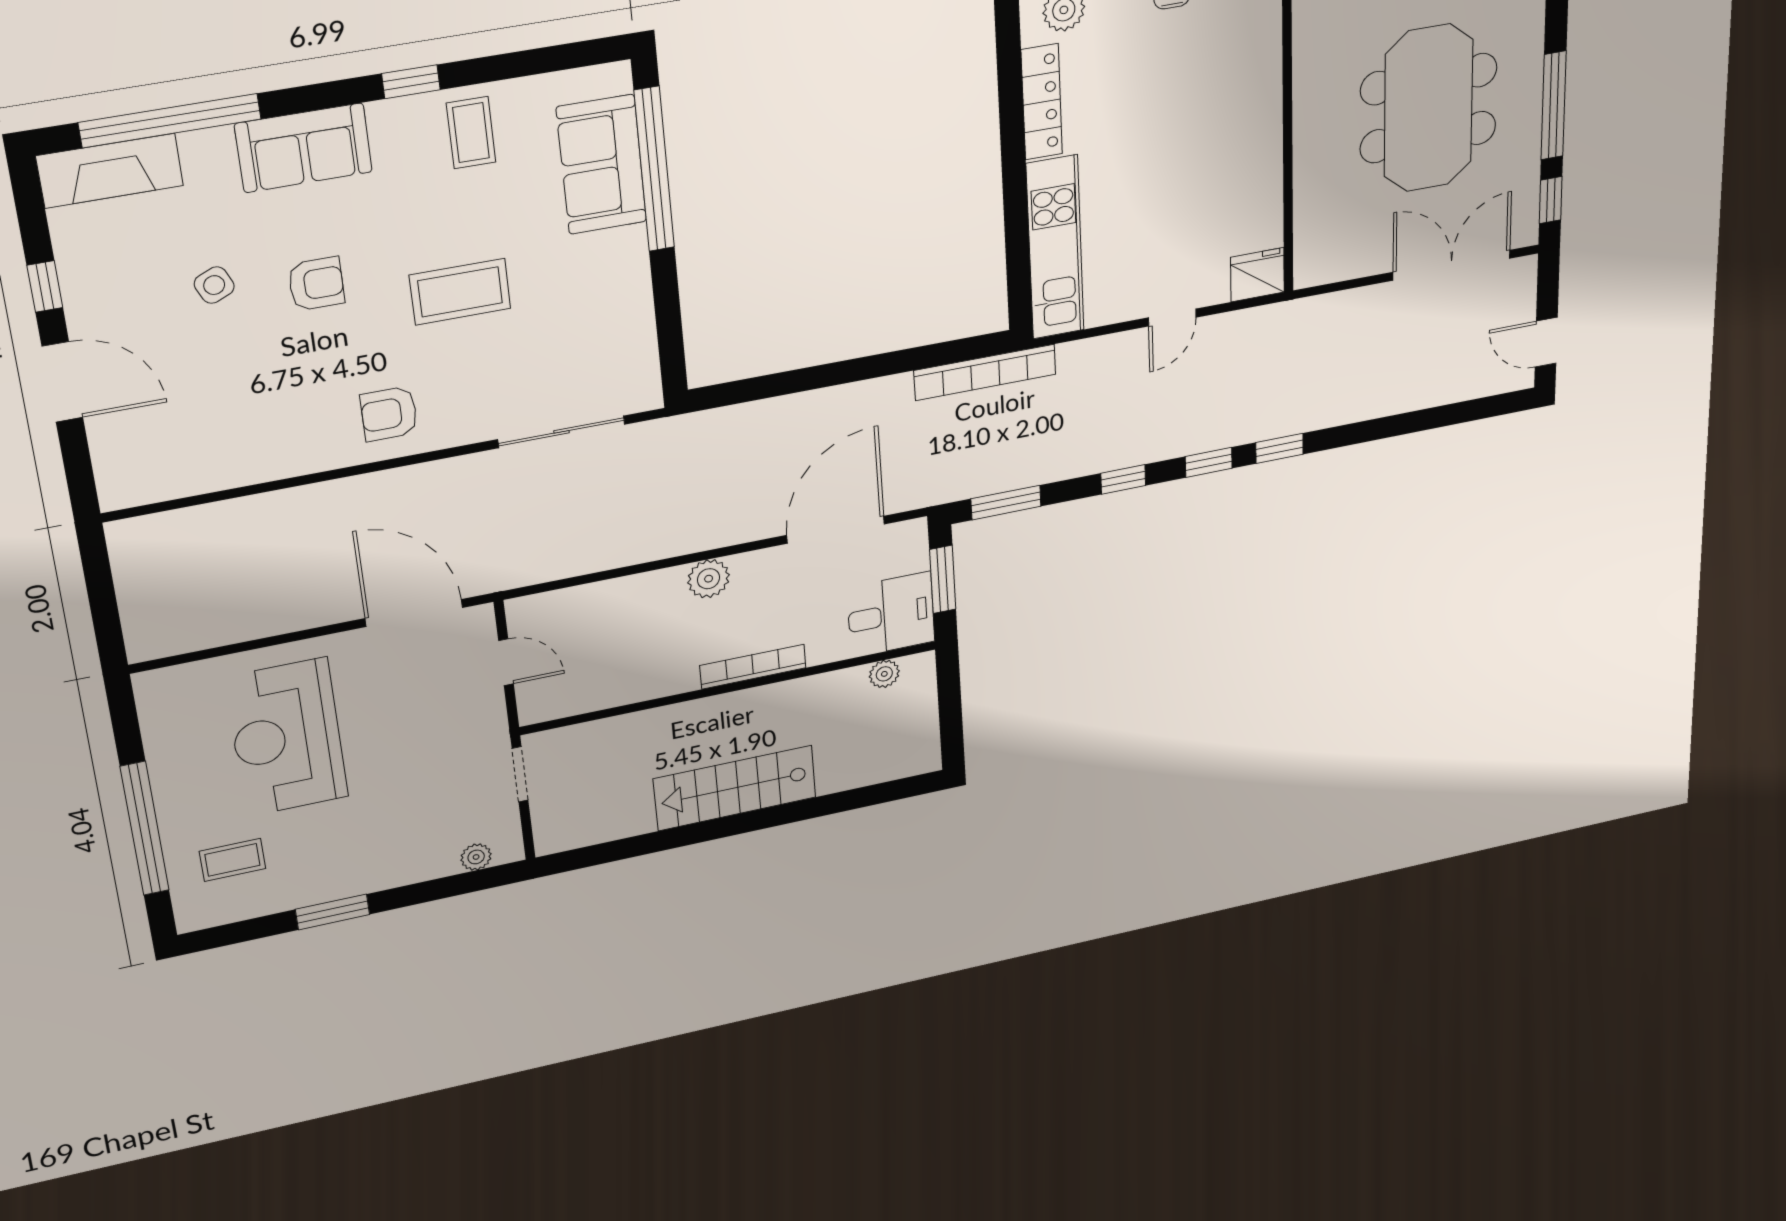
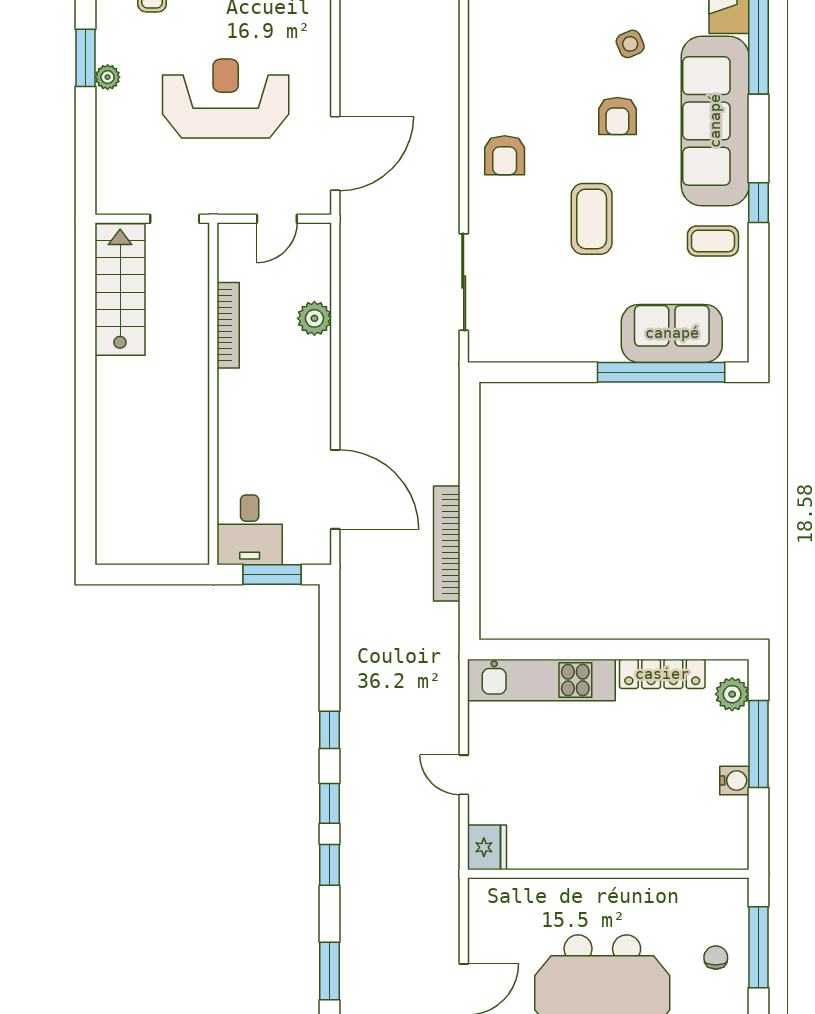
sofa: (304, 148) -> (715, 121), width x1.85, depth x1.27
bookcase: (985, 372) -> (447, 544), moved
armchair: (389, 414) -> (505, 155), turned 180
window: (1006, 503) -> (330, 971), moved
plant: (709, 579) -> (314, 318), moved
bookcase: (753, 667) -> (228, 325), moved
plant: (884, 674) -> (197, 521), removed
reception desk: (287, 737) -> (226, 99), moved
stairs: (735, 788) -> (120, 289), moved
plant: (476, 857) -> (108, 77), moved

